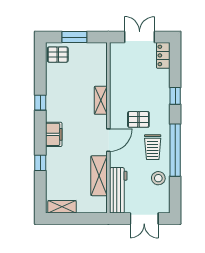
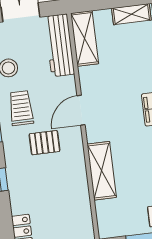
shelving: (101, 100) -> (102, 171), width x1.50, depth x1.33
shelving: (99, 176) -> (85, 38), moved

